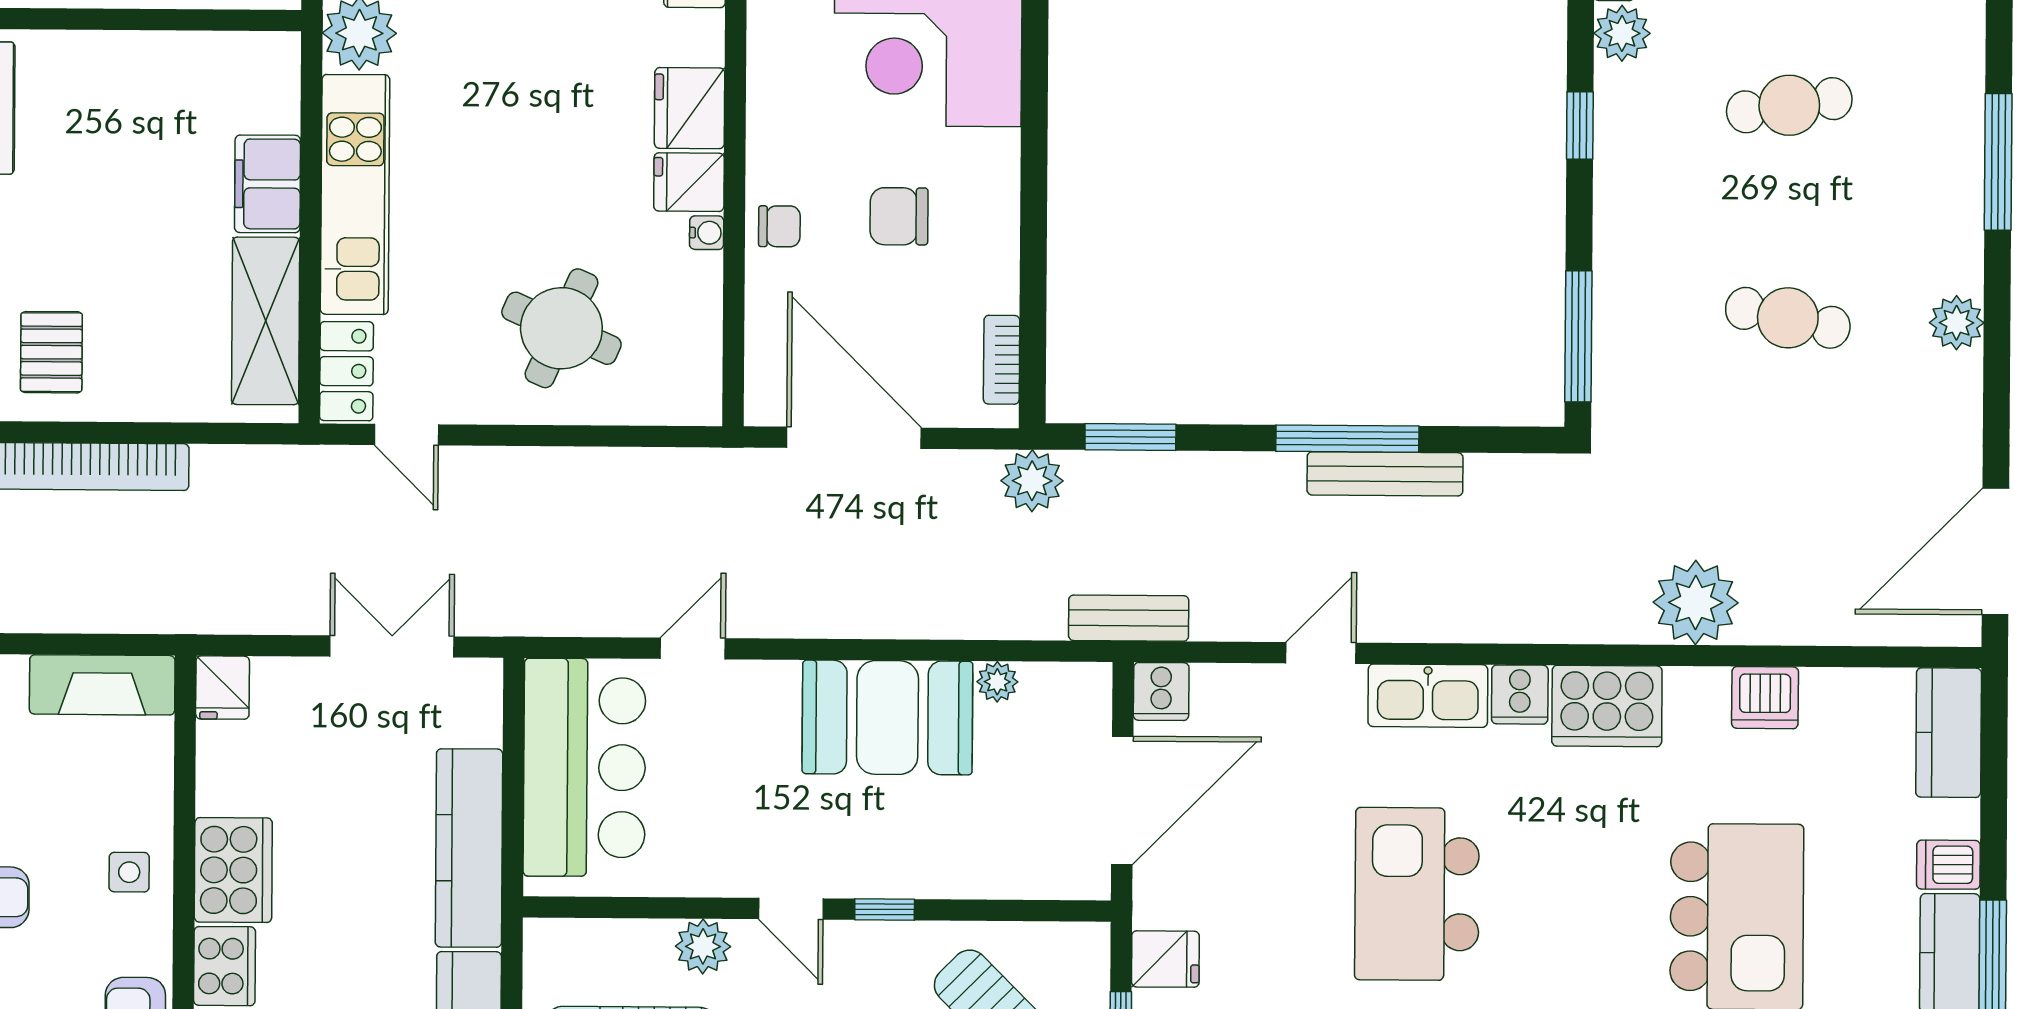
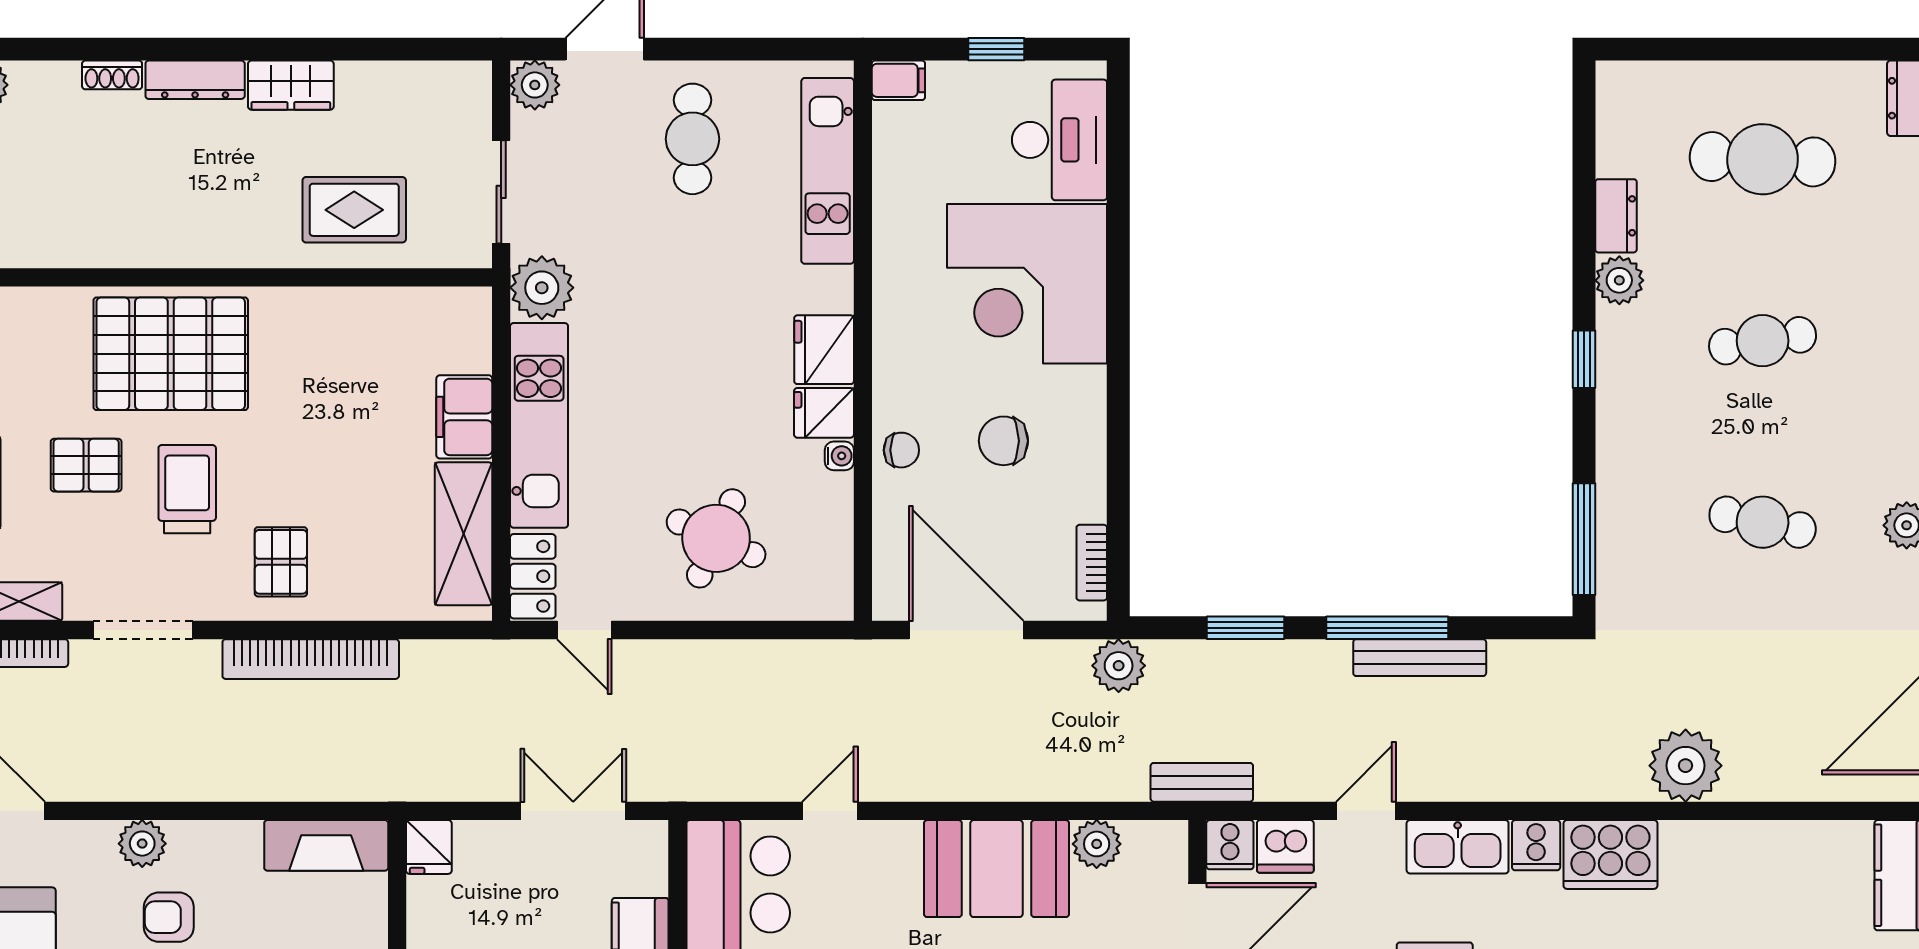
window: (1130, 437) -> (1245, 628), moved
plant: (997, 682) -> (1097, 844), width x1.38, depth x1.38
dishwasher: (1765, 698) -> (1285, 846), moved

